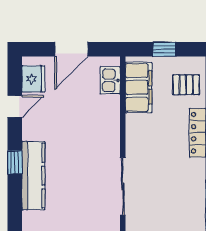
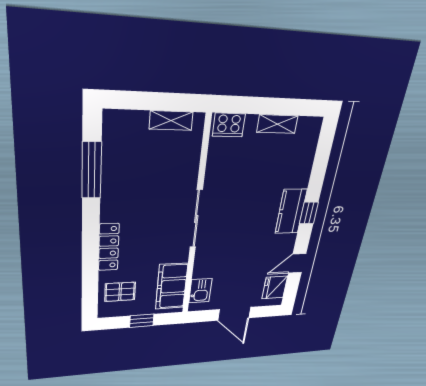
door: (71, 49) -> (234, 314), swing flipped
kitchen counter: (33, 176) -> (291, 211), width x0.67
sliding door: (123, 187) -> (196, 219), moved

